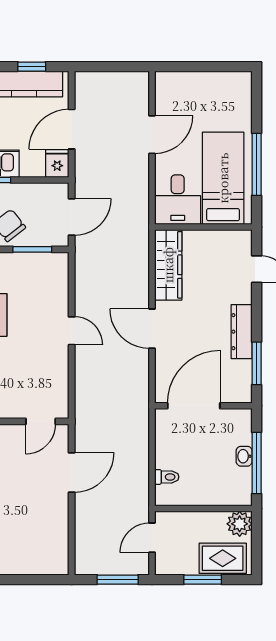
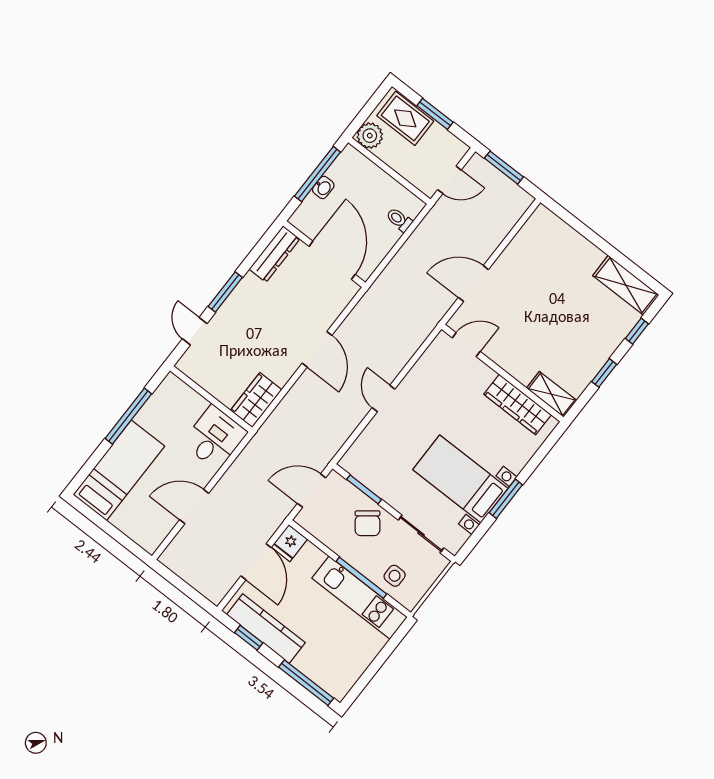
door: (72, 129) -> (256, 562), hinge flipped
bed: (223, 178) -> (119, 470), moved, turned 180
wardrobe: (168, 265) -> (256, 400), width x0.67
dresser: (242, 332) -> (275, 254), moved
window: (257, 363) -> (225, 292), moved
door: (194, 406) -> (332, 260), swing flipped

